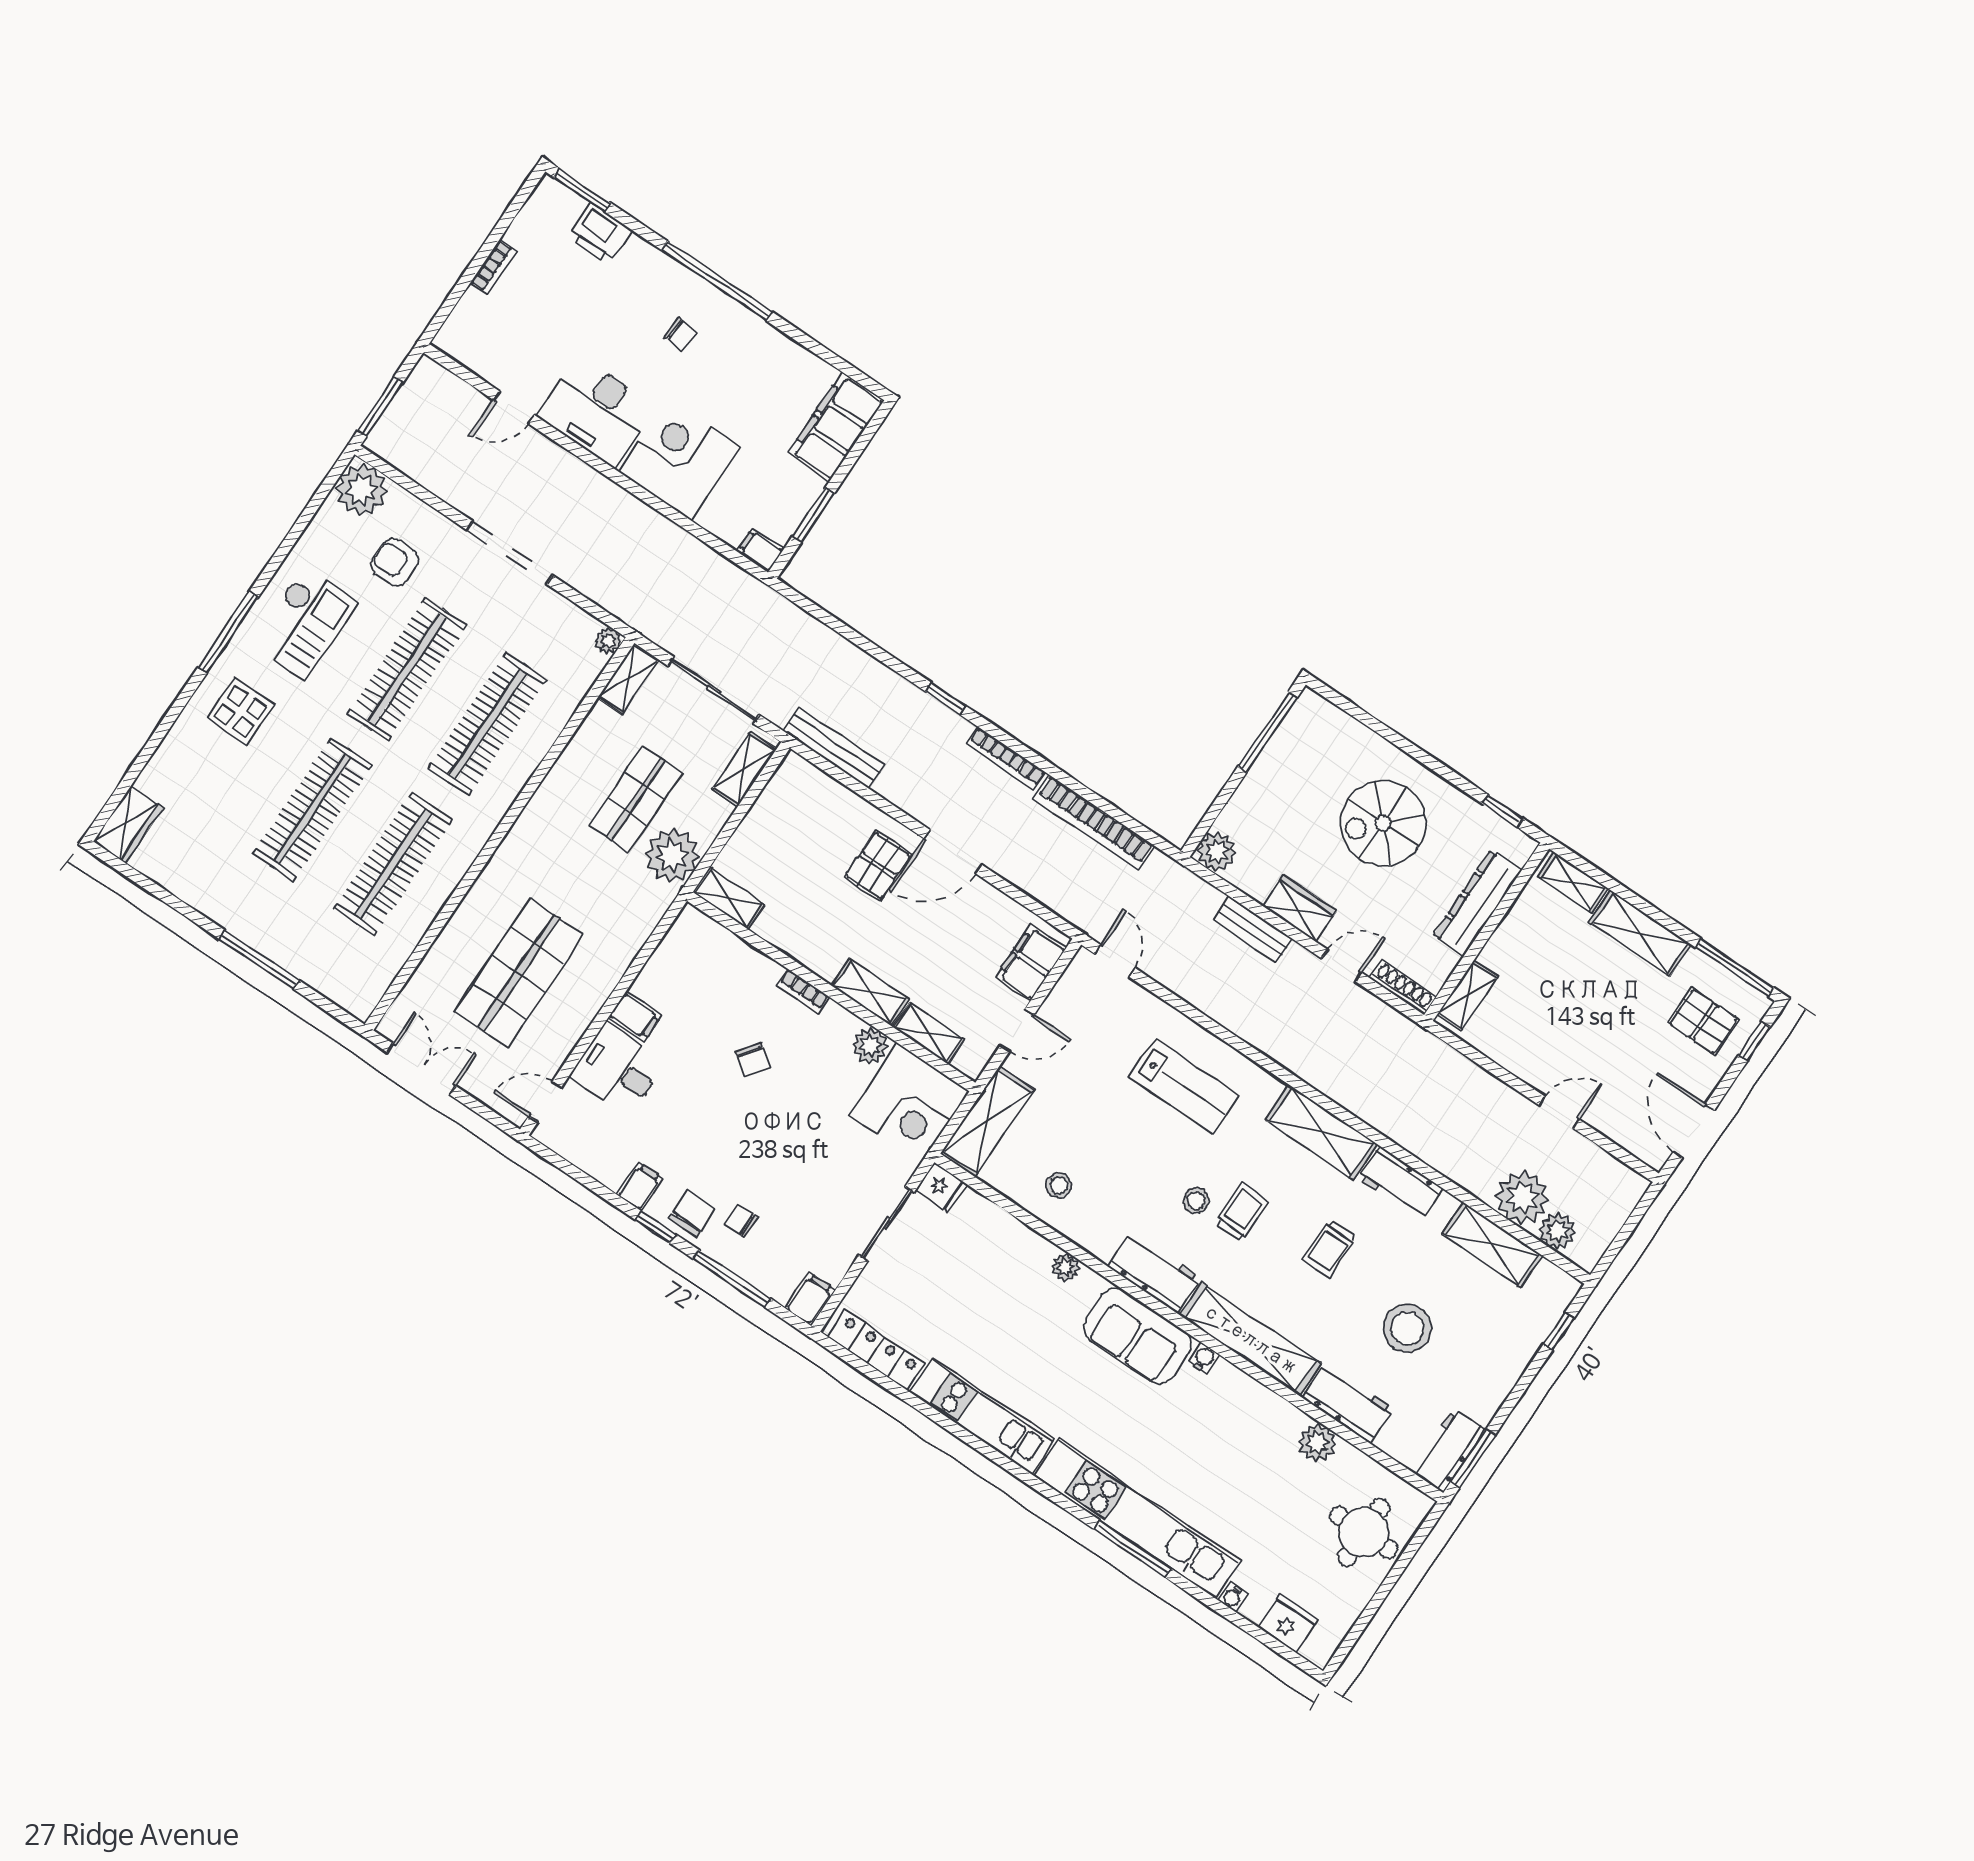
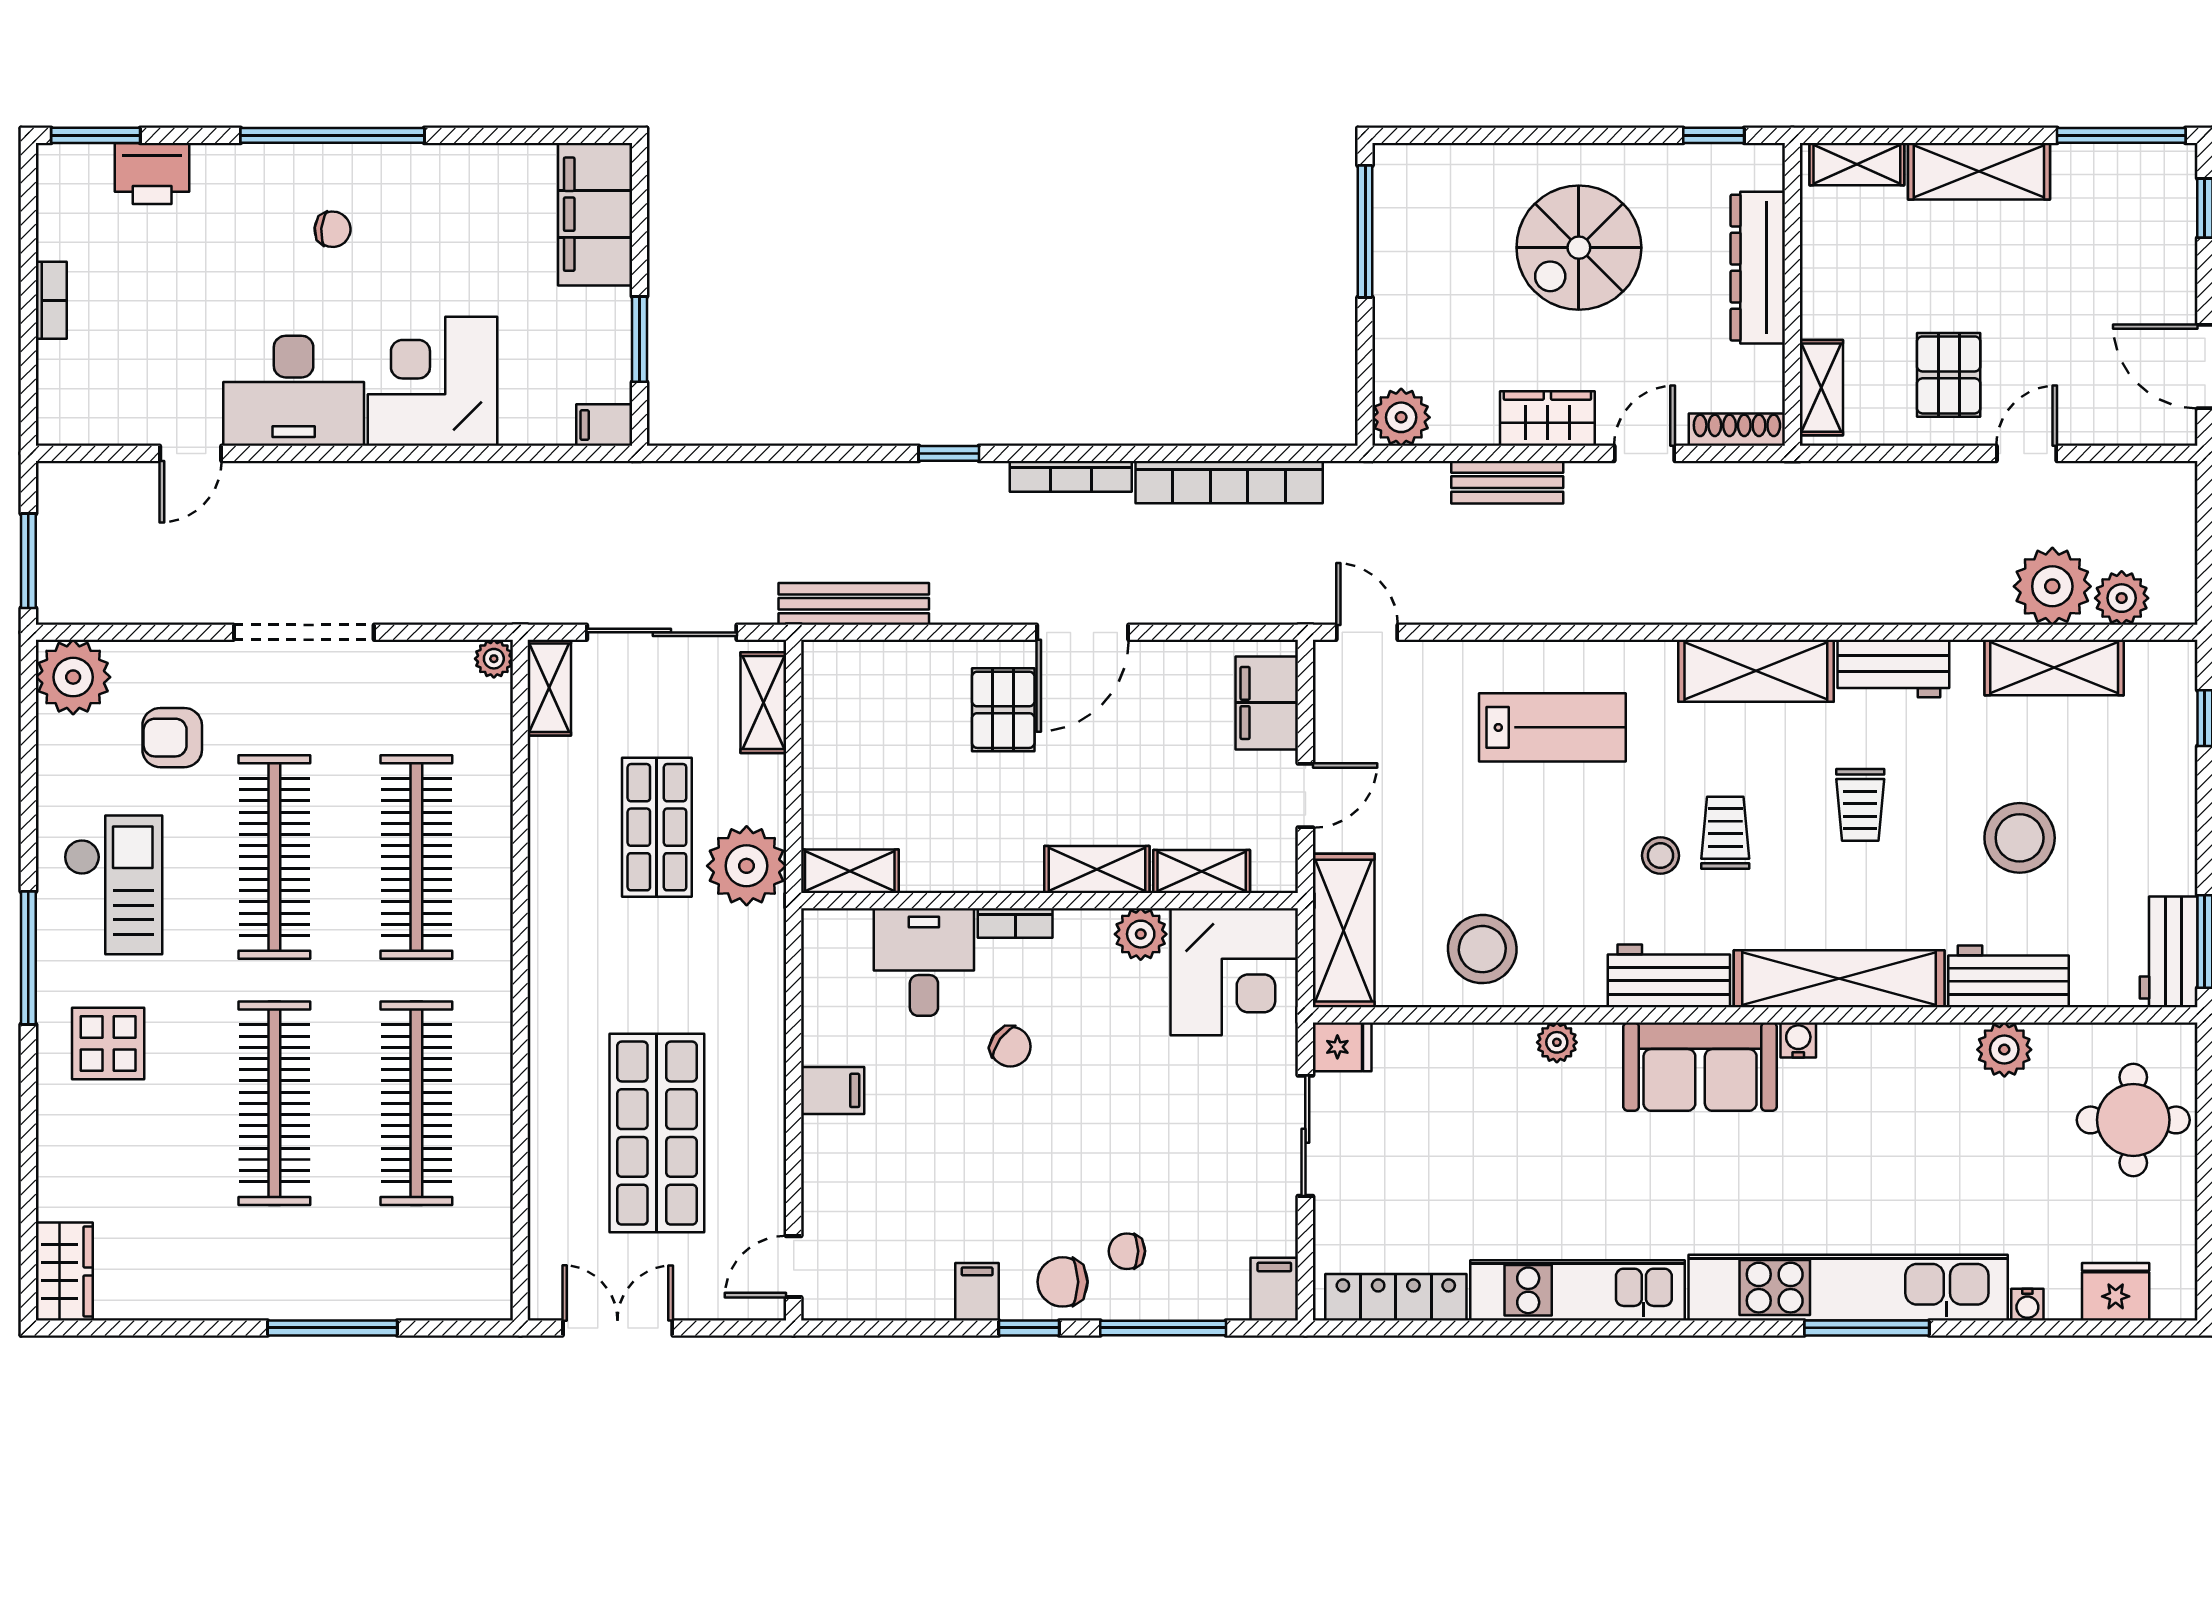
pallet: (1703, 1022) -> (1949, 375), moved, turned 90
desk: (618, 1069) -> (924, 962), moved, turned 90
stool: (1059, 1185) -> (1482, 949), width x1.89, depth x1.89
chair: (692, 1214) -> (1063, 1282), turned -90

